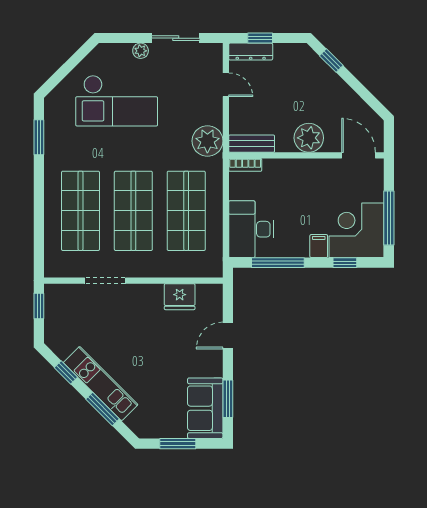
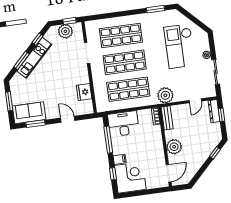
window: (389, 218) -> (139, 193), removed
plant: (58, 317) -> (65, 31), added

